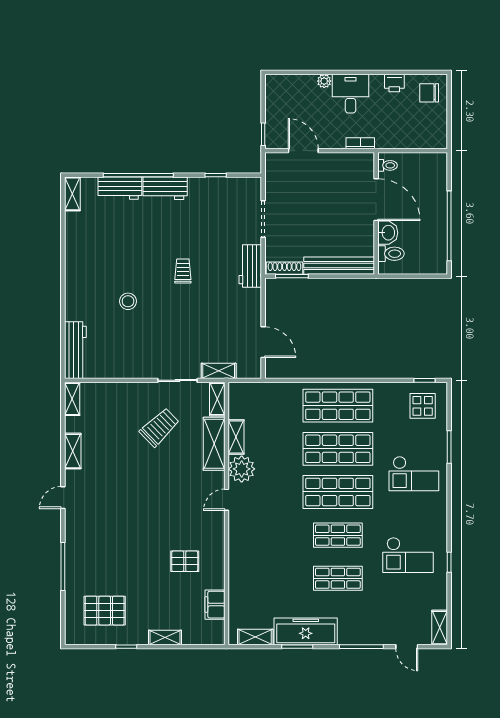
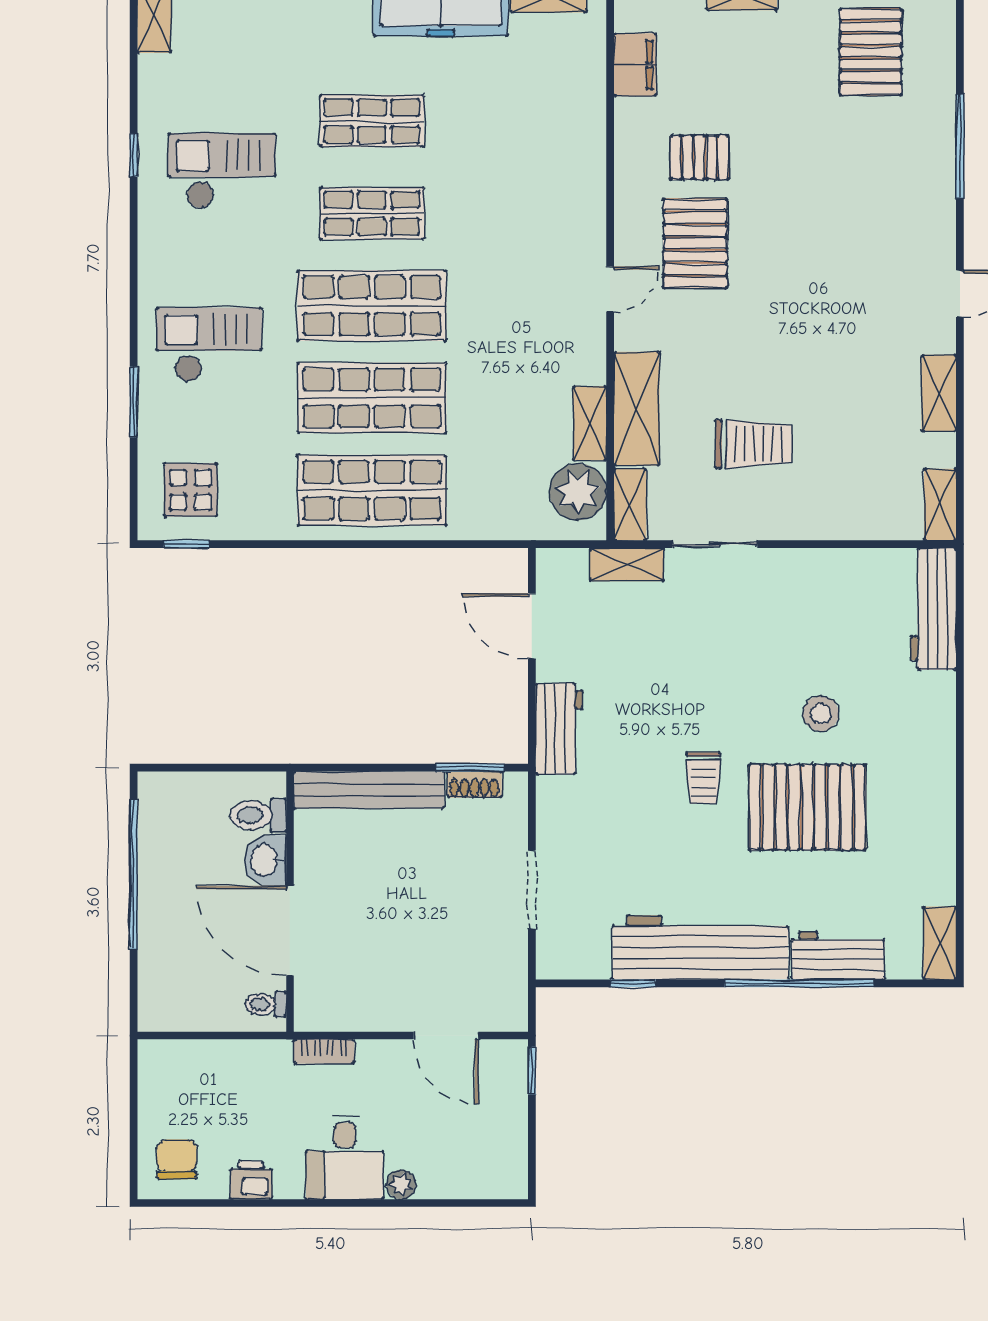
chair: (429, 93) -> (177, 1159), turned -90
workbench: (165, 188) -> (700, 948), width x1.88, depth x1.32
pallet: (134, 258) -> (807, 807), added
workbench: (250, 266) -> (559, 729), moved
shoe rack: (284, 268) -> (474, 784), width x0.70
trolley: (159, 427) -> (754, 444), turned -136
plant: (242, 469) -> (578, 492), moved
pallet: (187, 521) -> (695, 244), added
pallet: (105, 611) -> (871, 52), turned 90

